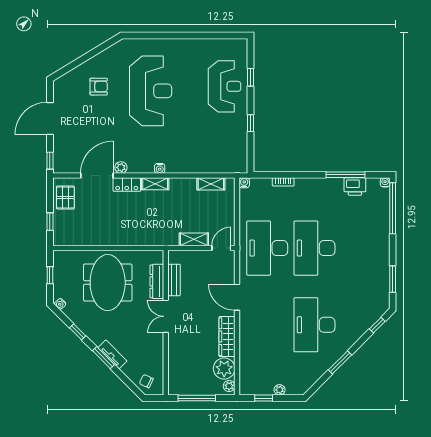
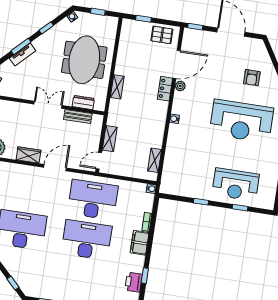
window: (345, 175) -> (145, 276), width x0.46
door: (97, 176) -> (176, 64), hinge flipped
shelving: (155, 184) -> (117, 87), moved
filing cabinet: (308, 187) -> (140, 243), added
door: (221, 248) -> (99, 161), swing flipped
dresser: (157, 281) -> (83, 102), width x0.70
meeting table: (108, 283) -> (84, 60), turned 90
wardrobe: (227, 337) -> (29, 155), width x0.67

